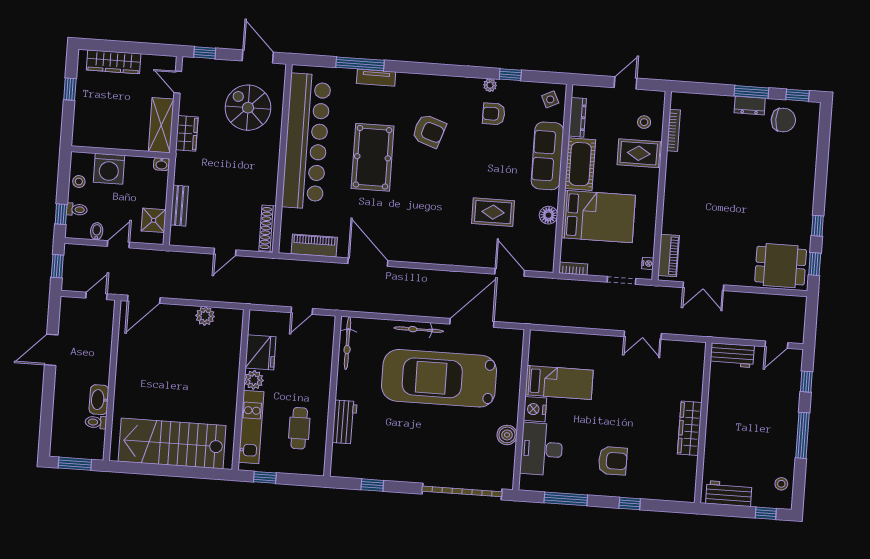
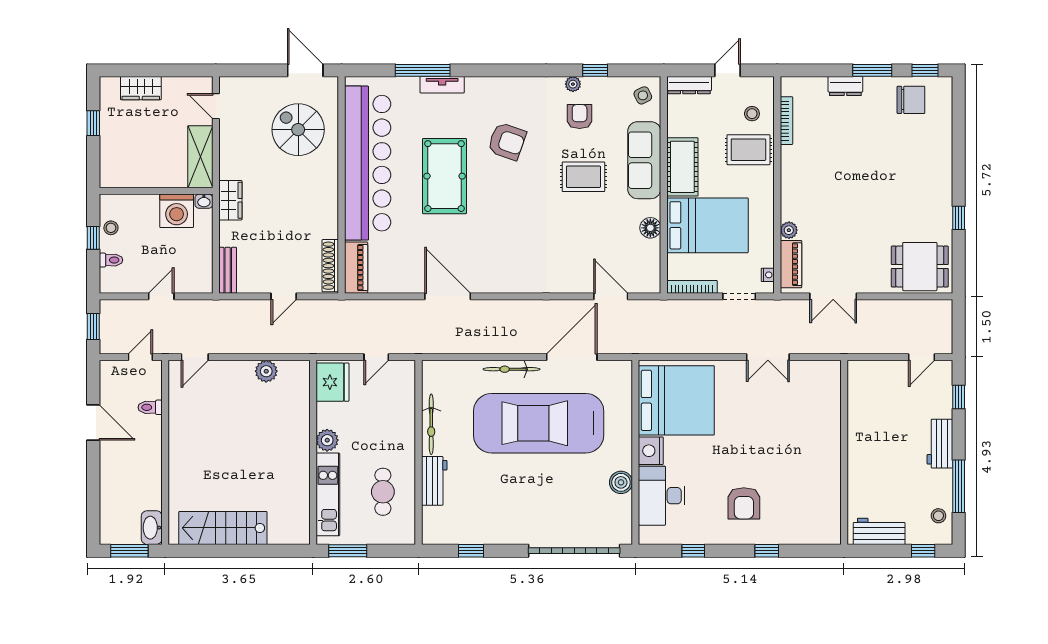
window: (205, 53) -> (244, 70), removed
wardrobe: (114, 62) -> (141, 88), width x0.67
dresser: (750, 106) -> (845, 86), moved
armchair: (494, 114) -> (580, 117), turned 90
dresser: (577, 117) -> (689, 85), moved, turned 90
wardrobe: (187, 133) -> (230, 200), moved
washing machine: (109, 169) -> (177, 211), moved
bench: (179, 206) -> (228, 270), moved
rug: (493, 212) -> (583, 177), moved
window: (61, 214) -> (93, 238), moved
shower: (154, 220) -> (200, 266), removed
plant: (669, 226) -> (789, 230), added
bidet: (97, 231) -> (135, 283), removed
piano: (314, 246) -> (356, 268), moved, turned 90
window: (815, 264) -> (959, 262), removed
bookcase: (573, 269) -> (692, 287), width x1.56
door: (144, 299) -> (195, 357), width x0.73
bicycle: (348, 343) -> (431, 424), moved
door: (51, 350) -> (93, 422), swing flipped
fridge: (260, 352) -> (332, 382), moved
workbench: (732, 355) -> (940, 444), moved, turned 90
bed: (559, 382) -> (676, 400), width x2.04
washbasin: (99, 400) -> (152, 528), moved
toilet: (96, 422) -> (150, 407), moved
wardrobe: (690, 428) -> (829, 460), removed
window: (802, 435) -> (959, 486), moved
stairs: (172, 443) -> (223, 528), width x0.73, depth x0.66
armchair: (613, 461) -> (744, 503), turned 90
window: (265, 477) -> (348, 551), width x1.50
window: (566, 499) -> (693, 551), width x0.46

